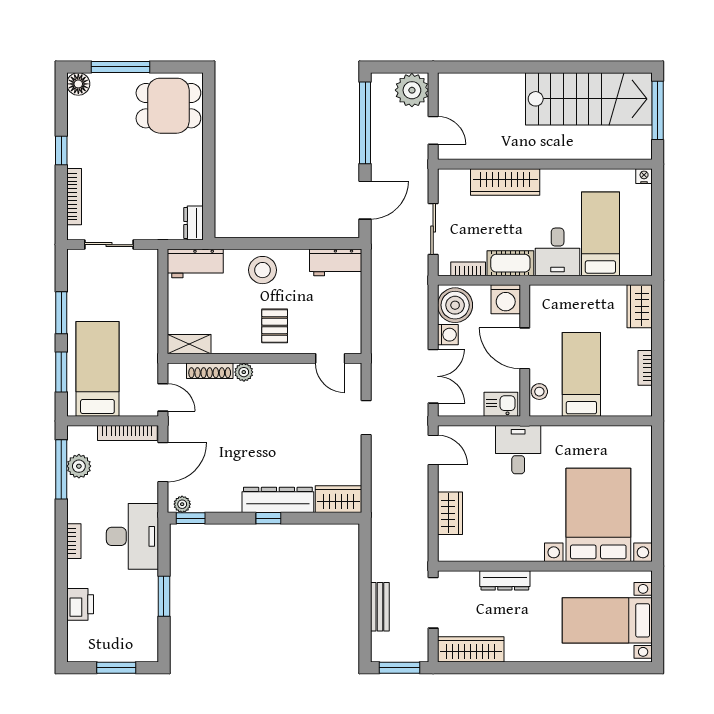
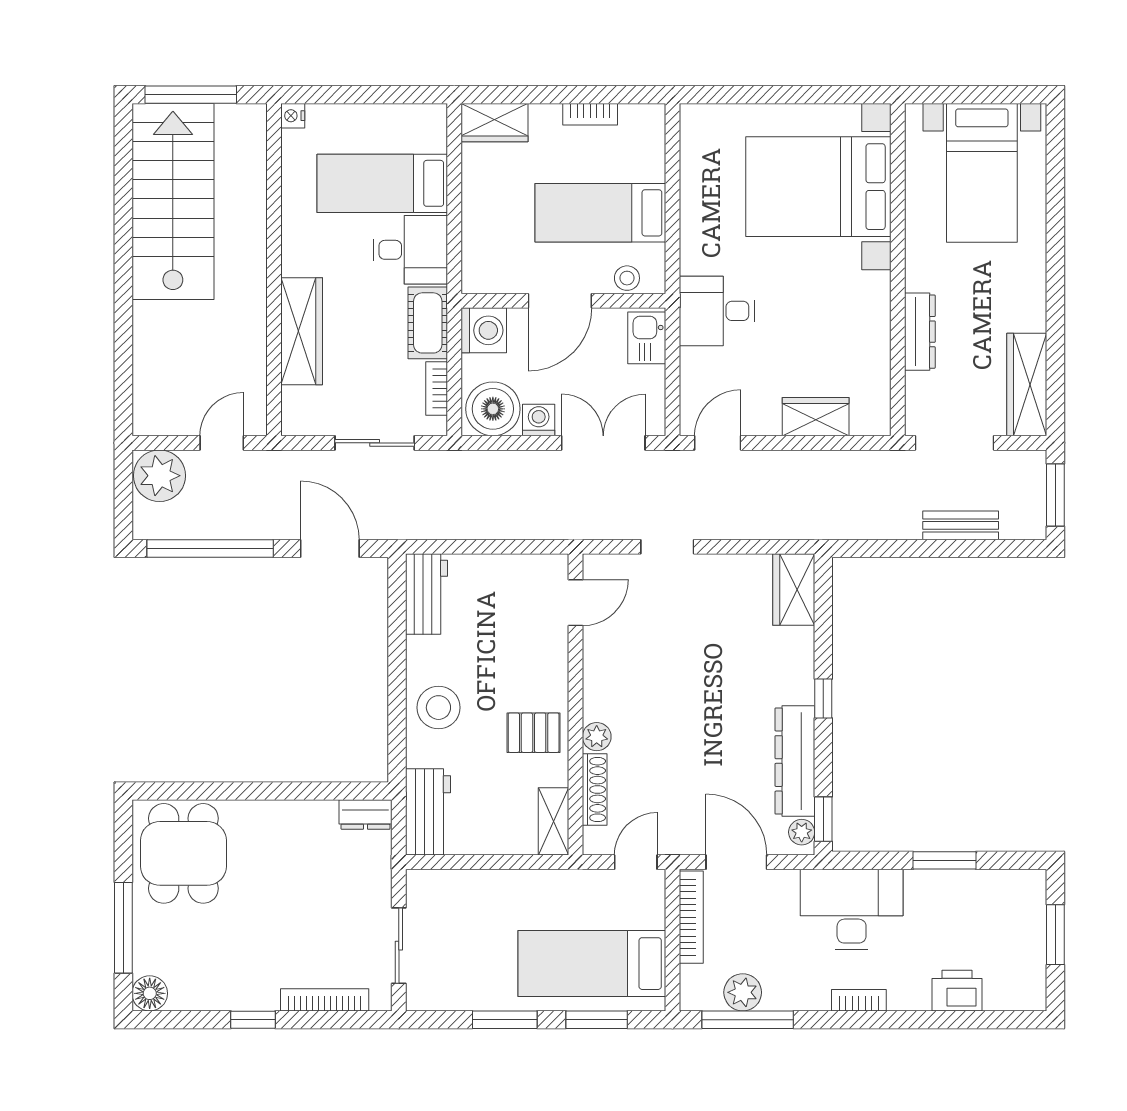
pallet: (275, 326) -> (534, 733), moved
dresser: (278, 500) -> (795, 761), moved

